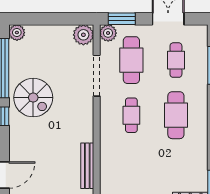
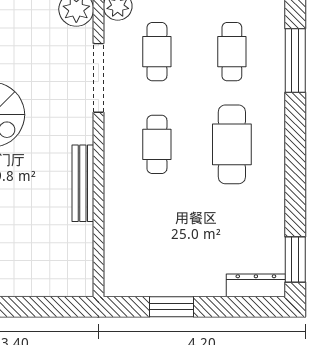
cafe table: (131, 60) -> (157, 52), width x0.73, depth x0.74
bench: (87, 166) -> (83, 183), moved

